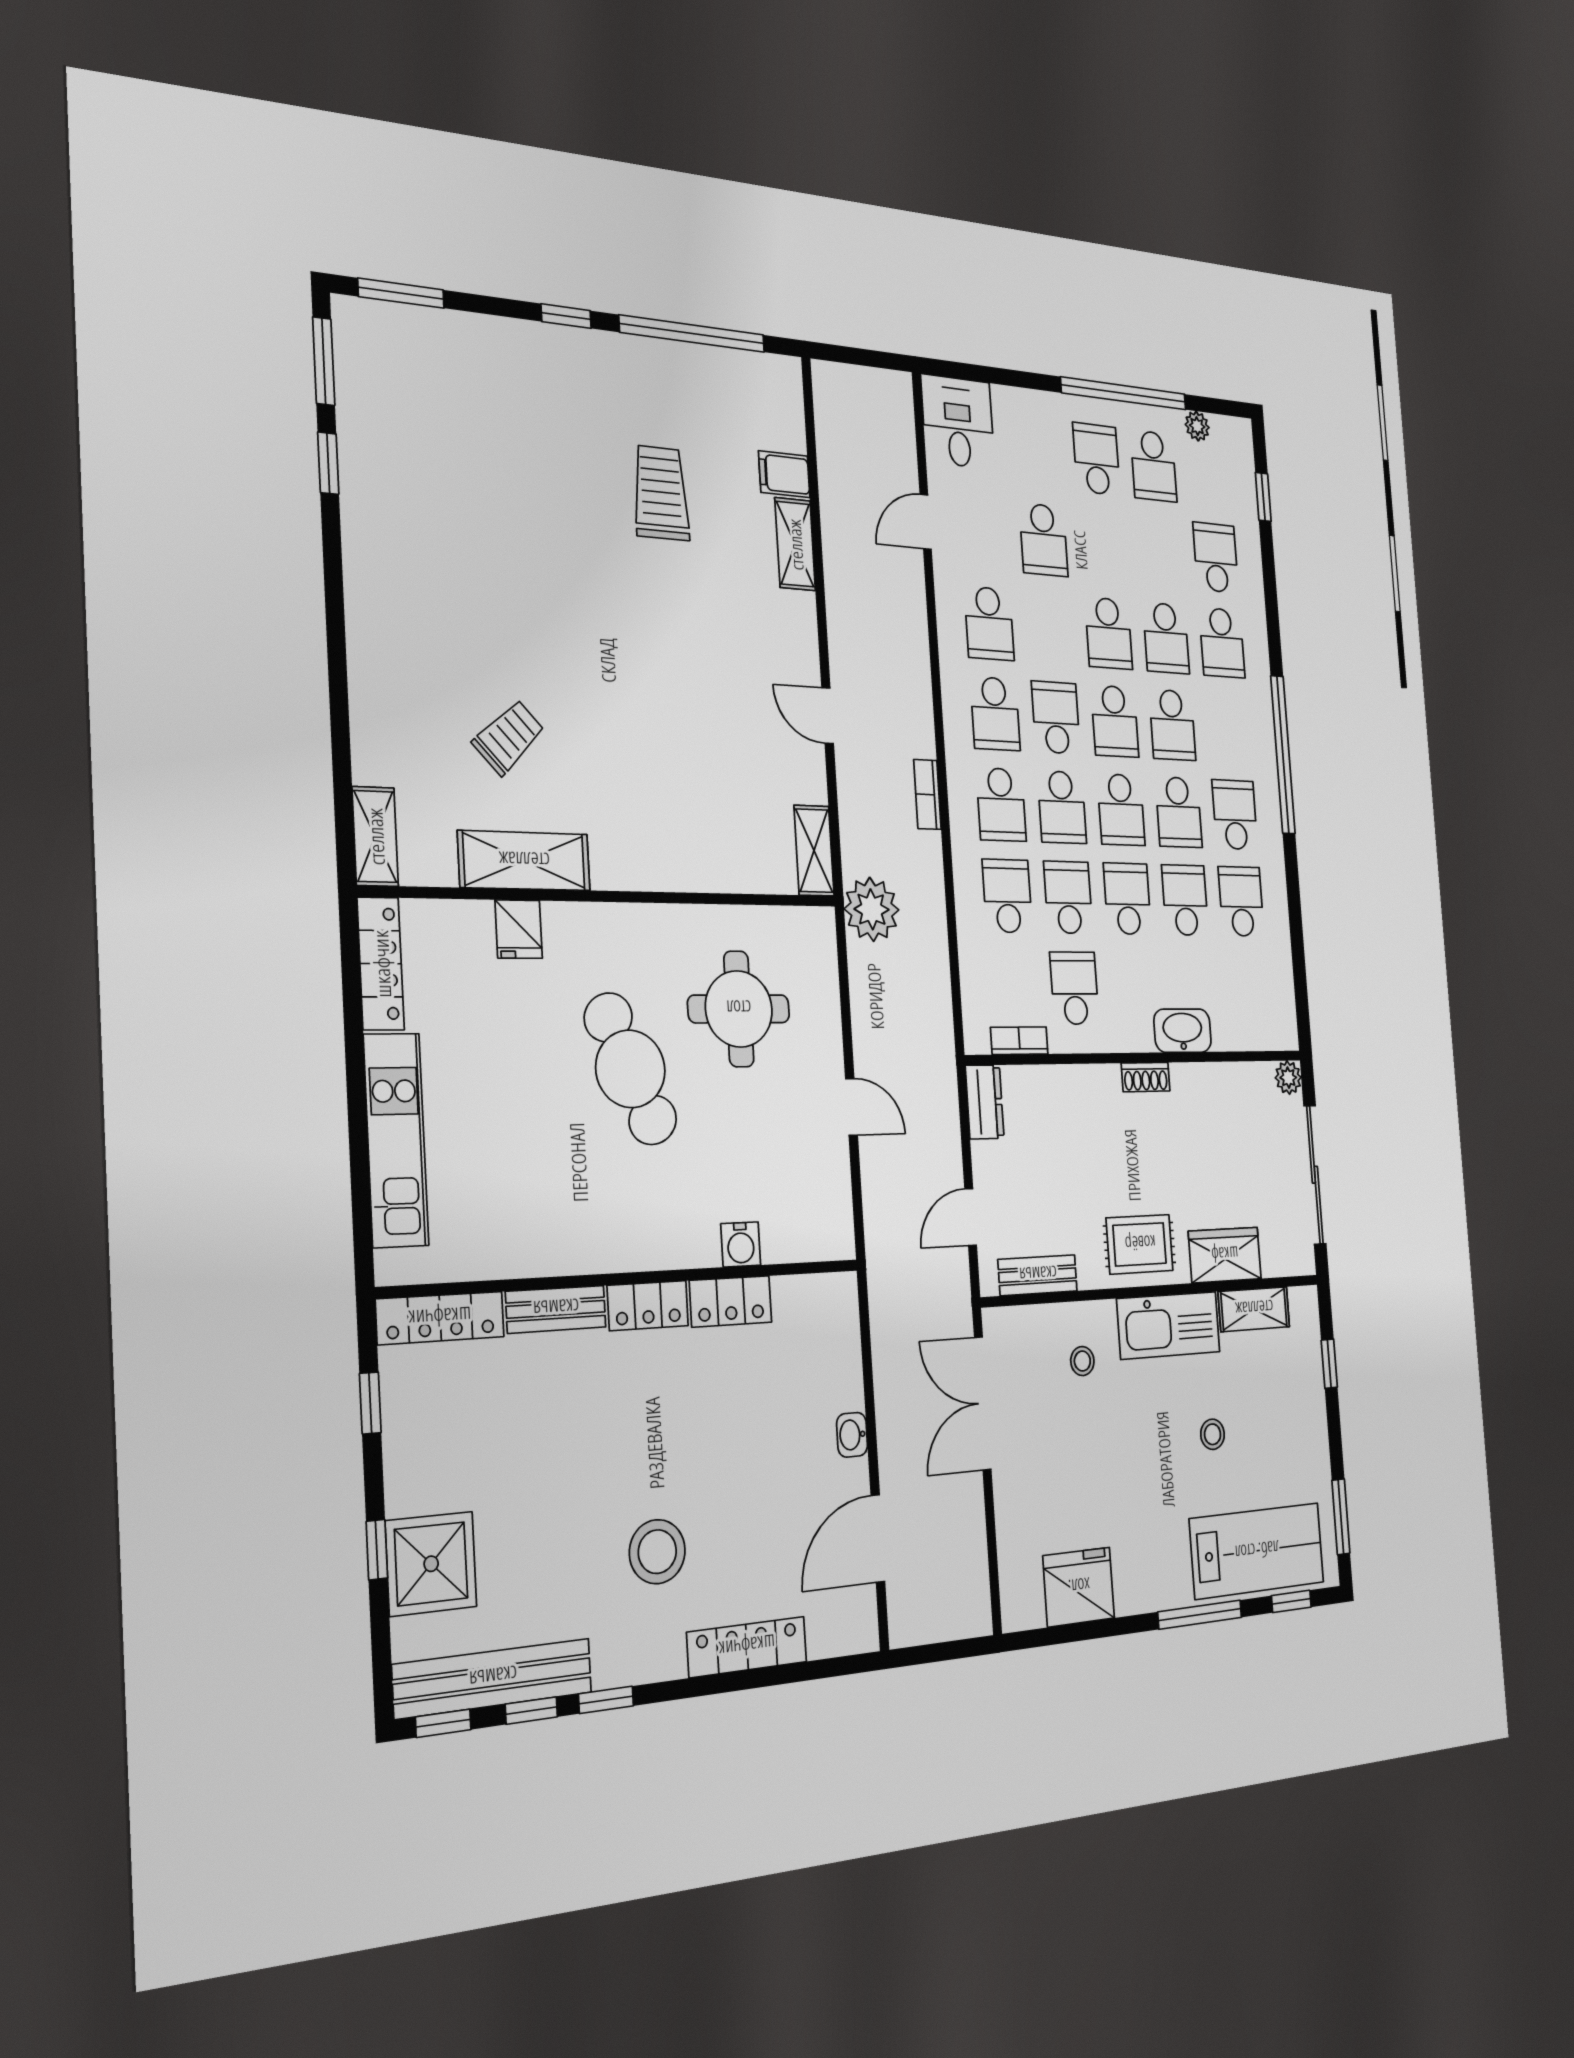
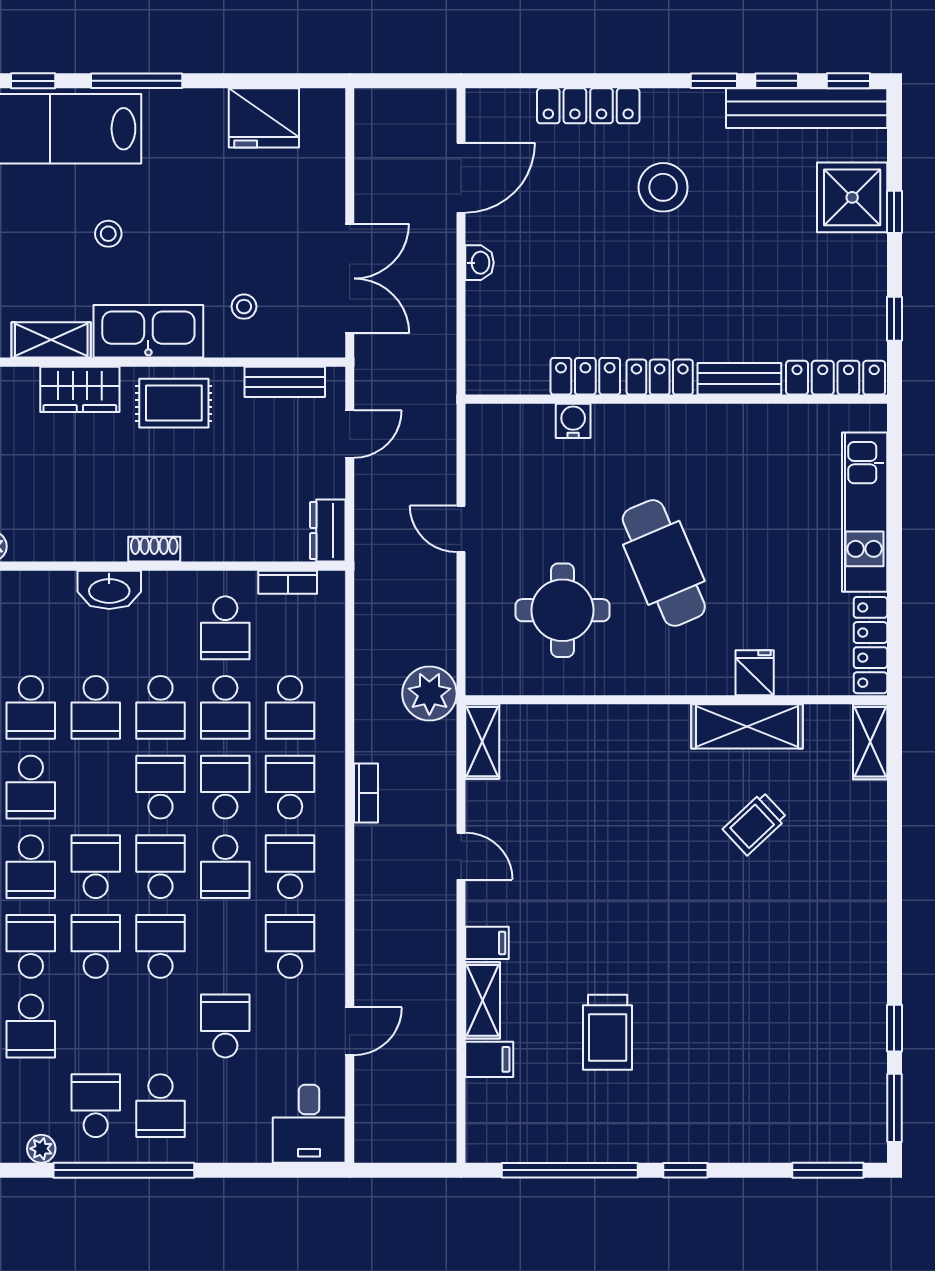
filing cabinet: (795, 611) -> (487, 943), added
school desk: (1179, 812) -> (31, 867), moved, turned 180

